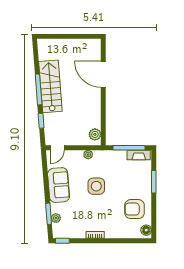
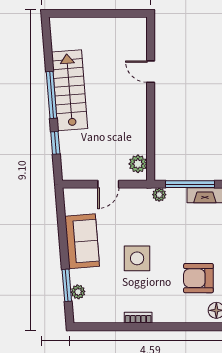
door: (103, 74) -> (151, 72), width x0.53
door: (57, 148) -> (108, 184), moved
plant: (88, 155) -> (159, 195), moved
side table: (96, 186) -> (137, 258), moved
window: (62, 241) -> (88, 327), removed

